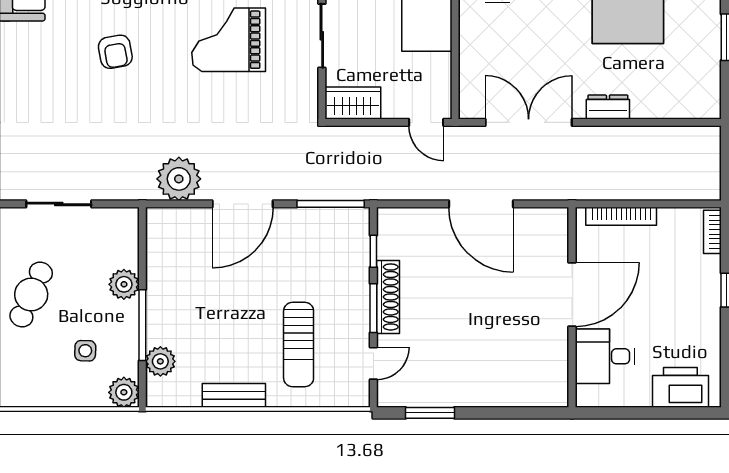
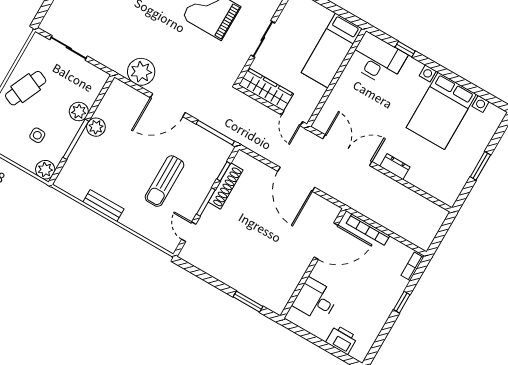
wardrobe: (353, 103) -> (266, 89), width x1.50
door: (572, 294) -> (326, 241), moved
shoe rack: (388, 297) -> (226, 186), moved
sun lounger: (299, 345) -> (164, 181), moved
plant: (160, 361) -> (96, 127), moved
door: (373, 363) -> (189, 232), swing flipped
printer: (680, 387) -> (342, 340), width x0.73, depth x0.84
window: (430, 413) -> (248, 302), moved

